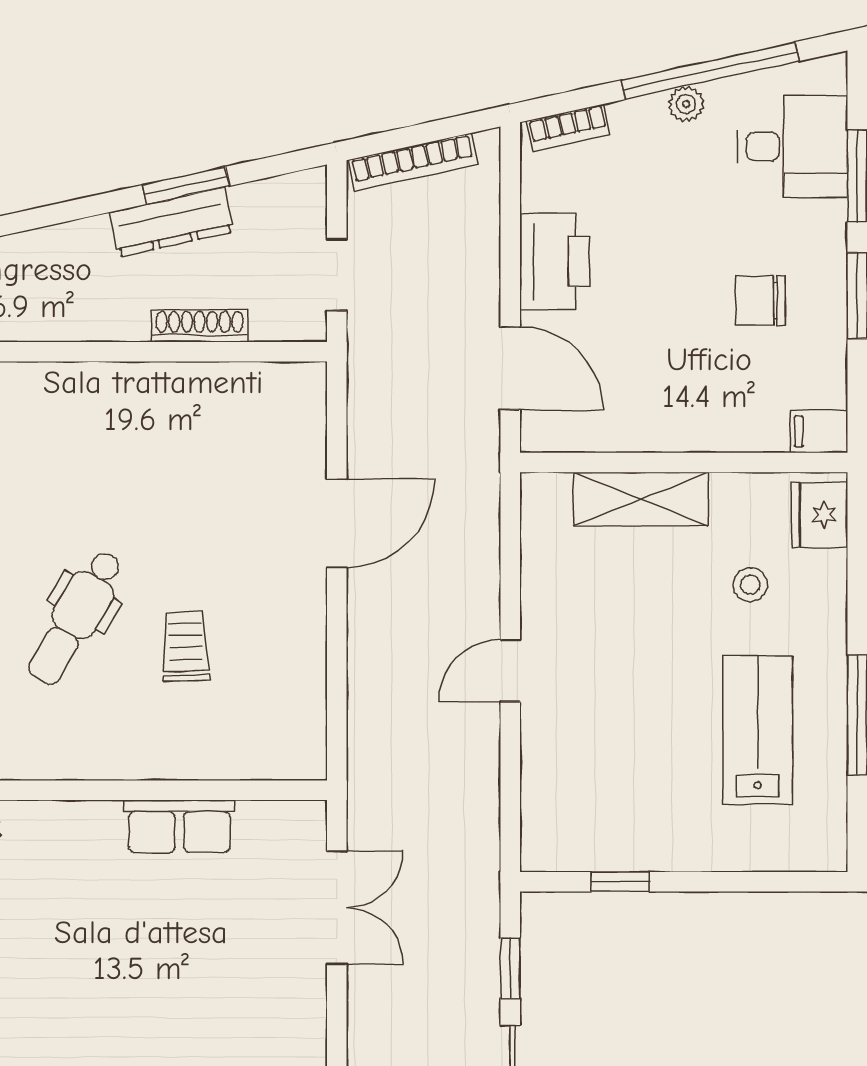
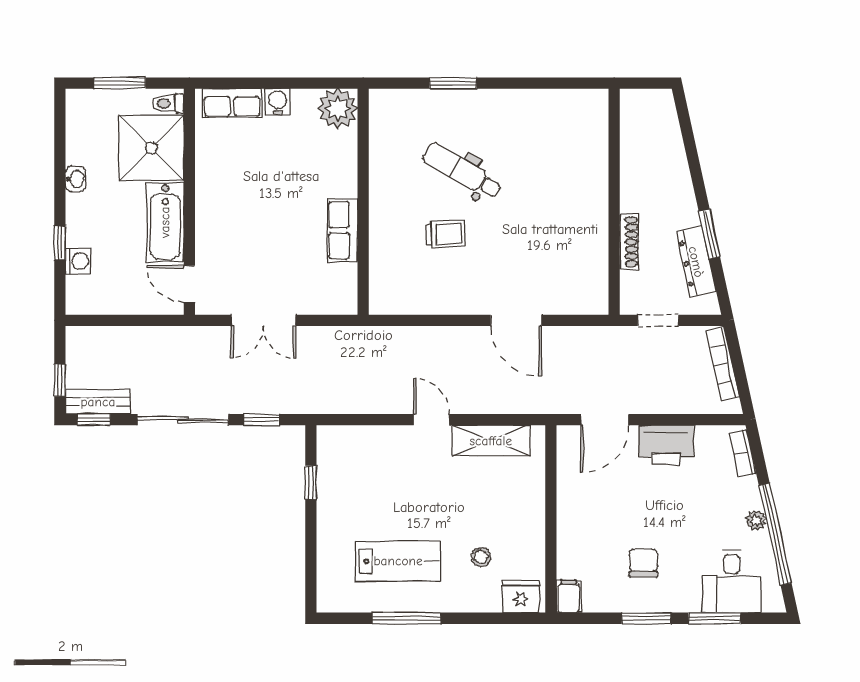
dresser: (171, 222) -> (696, 262), moved
shelving: (641, 499) -> (491, 441), moved, turned 90
double door: (337, 907) -> (263, 320), moved

